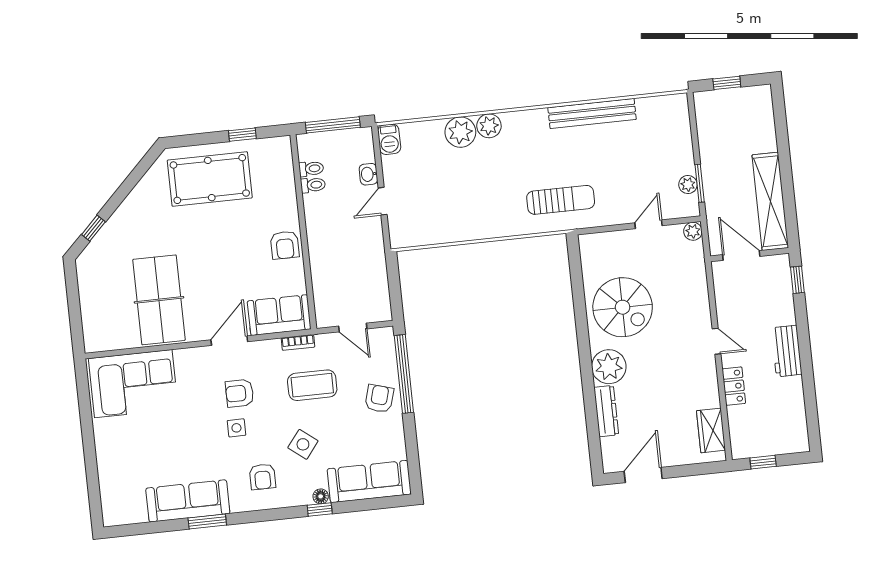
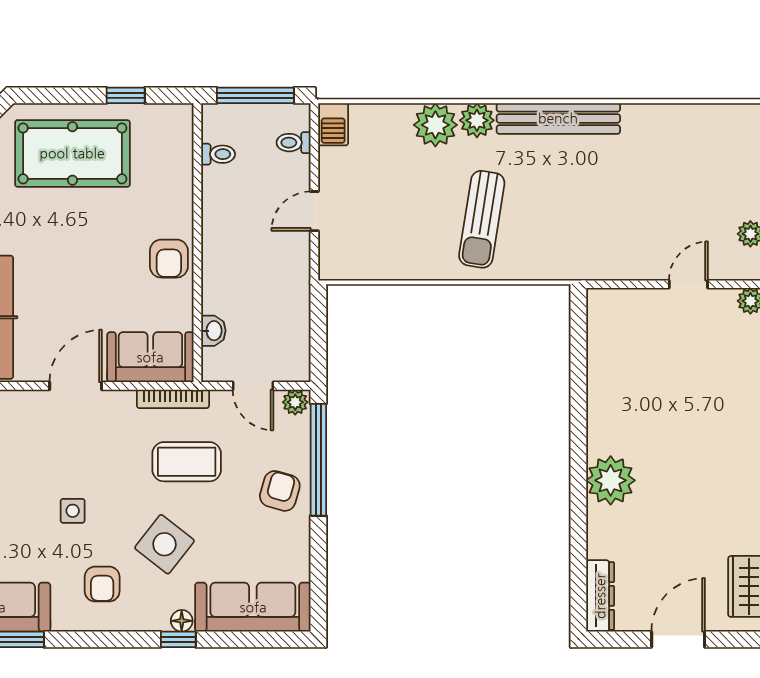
bench: (592, 114) -> (558, 118), moved
washbasin: (368, 174) -> (213, 331), moved, turned 180
toilet: (313, 185) -> (294, 143), moved, turned 180
sun lounger: (561, 200) -> (482, 219), moved, turned 99
spiral stairs: (623, 307) -> (639, 398), removed
plant: (383, 336) -> (295, 402), added
bookcase: (298, 342) -> (173, 399), width x1.56
armchair: (240, 393) -> (82, 462), removed
dresser: (606, 411) -> (600, 596), moved
side table: (303, 444) -> (164, 544), width x1.37, depth x1.37
door: (643, 475) -> (678, 639), moved

